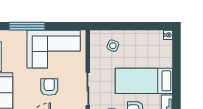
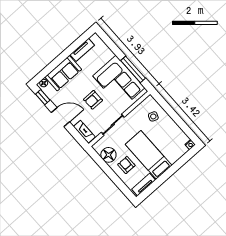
window: (27, 26) -> (133, 69), moved
armchair: (49, 87) -> (93, 100), turned 180

